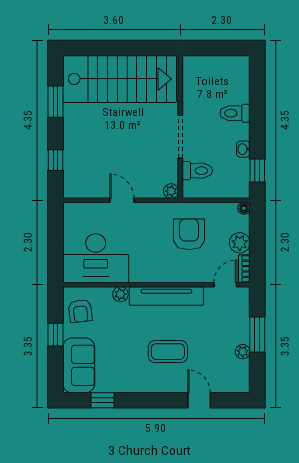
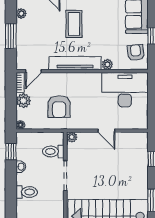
coffee table: (168, 352) -> (74, 24), turned 90
plant: (243, 352) -> (21, 13), moved

